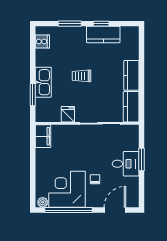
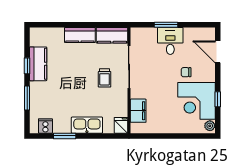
trolley: (81, 76) -> (105, 78), moved
window: (33, 95) -> (65, 136), moved
fridge: (68, 114) -> (121, 125), moved, turned 90
filing cabinet: (43, 136) -> (138, 111), moved, turned 90
window: (69, 210) -> (218, 99), width x0.32

